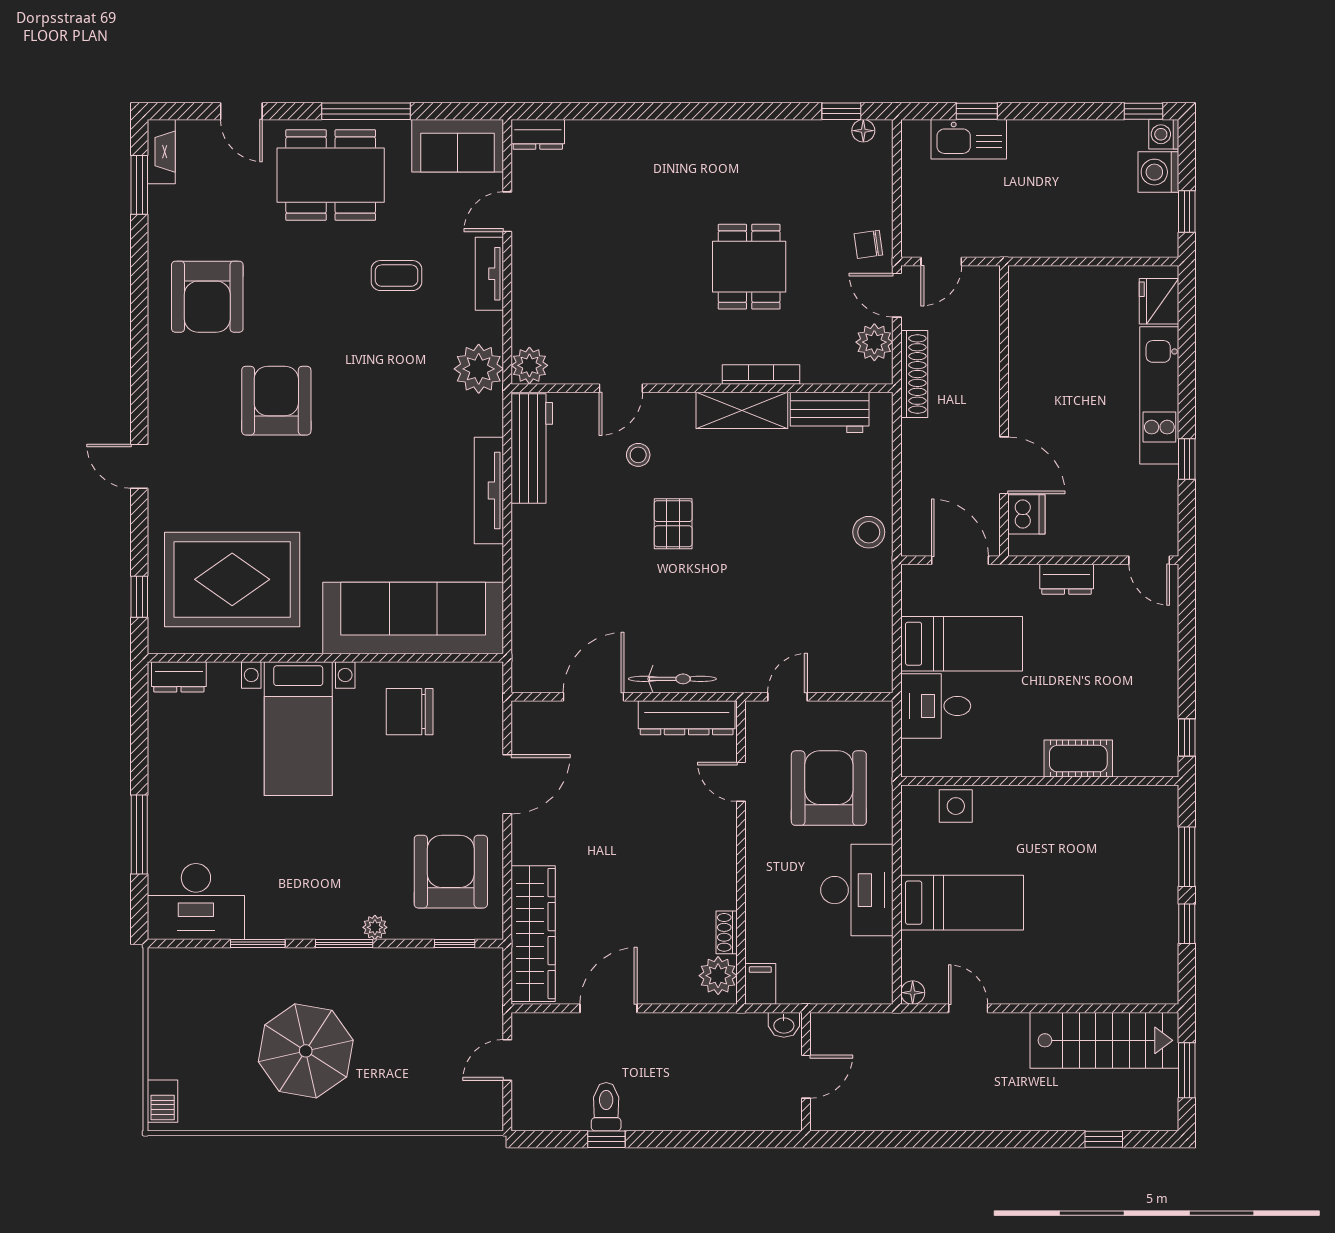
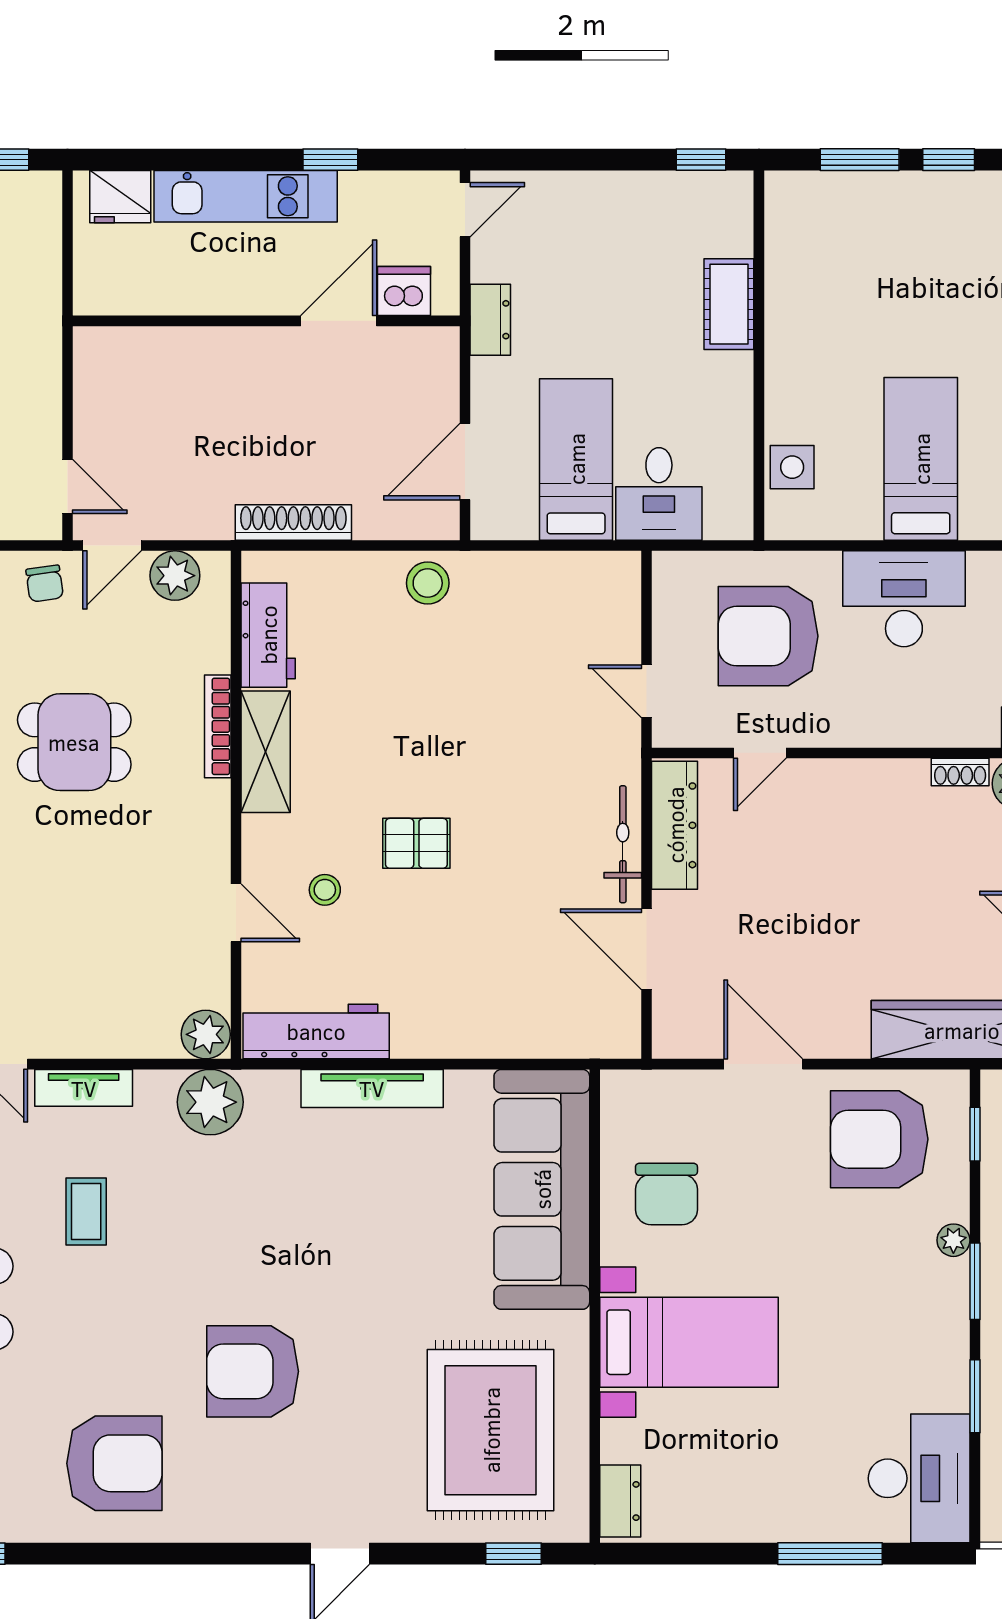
shoe rack: (914, 374) -> (293, 522), moved
wall: (1004, 411) -> (266, 321), moved
door: (1004, 465) -> (339, 321), moved
dishwasher: (1026, 514) -> (404, 291), moved

